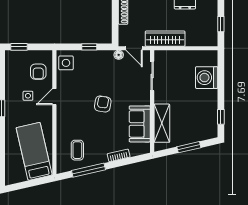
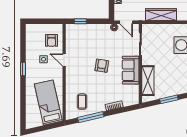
wardrobe: (165, 39) -> (161, 15), moved
window: (19, 47) -> (37, 21), removed
window: (89, 47) -> (80, 21), moved
side table: (66, 63) -> (73, 34), removed
door: (54, 97) -> (64, 60), hinge flipped
sofa: (140, 124) -> (131, 70), moved

